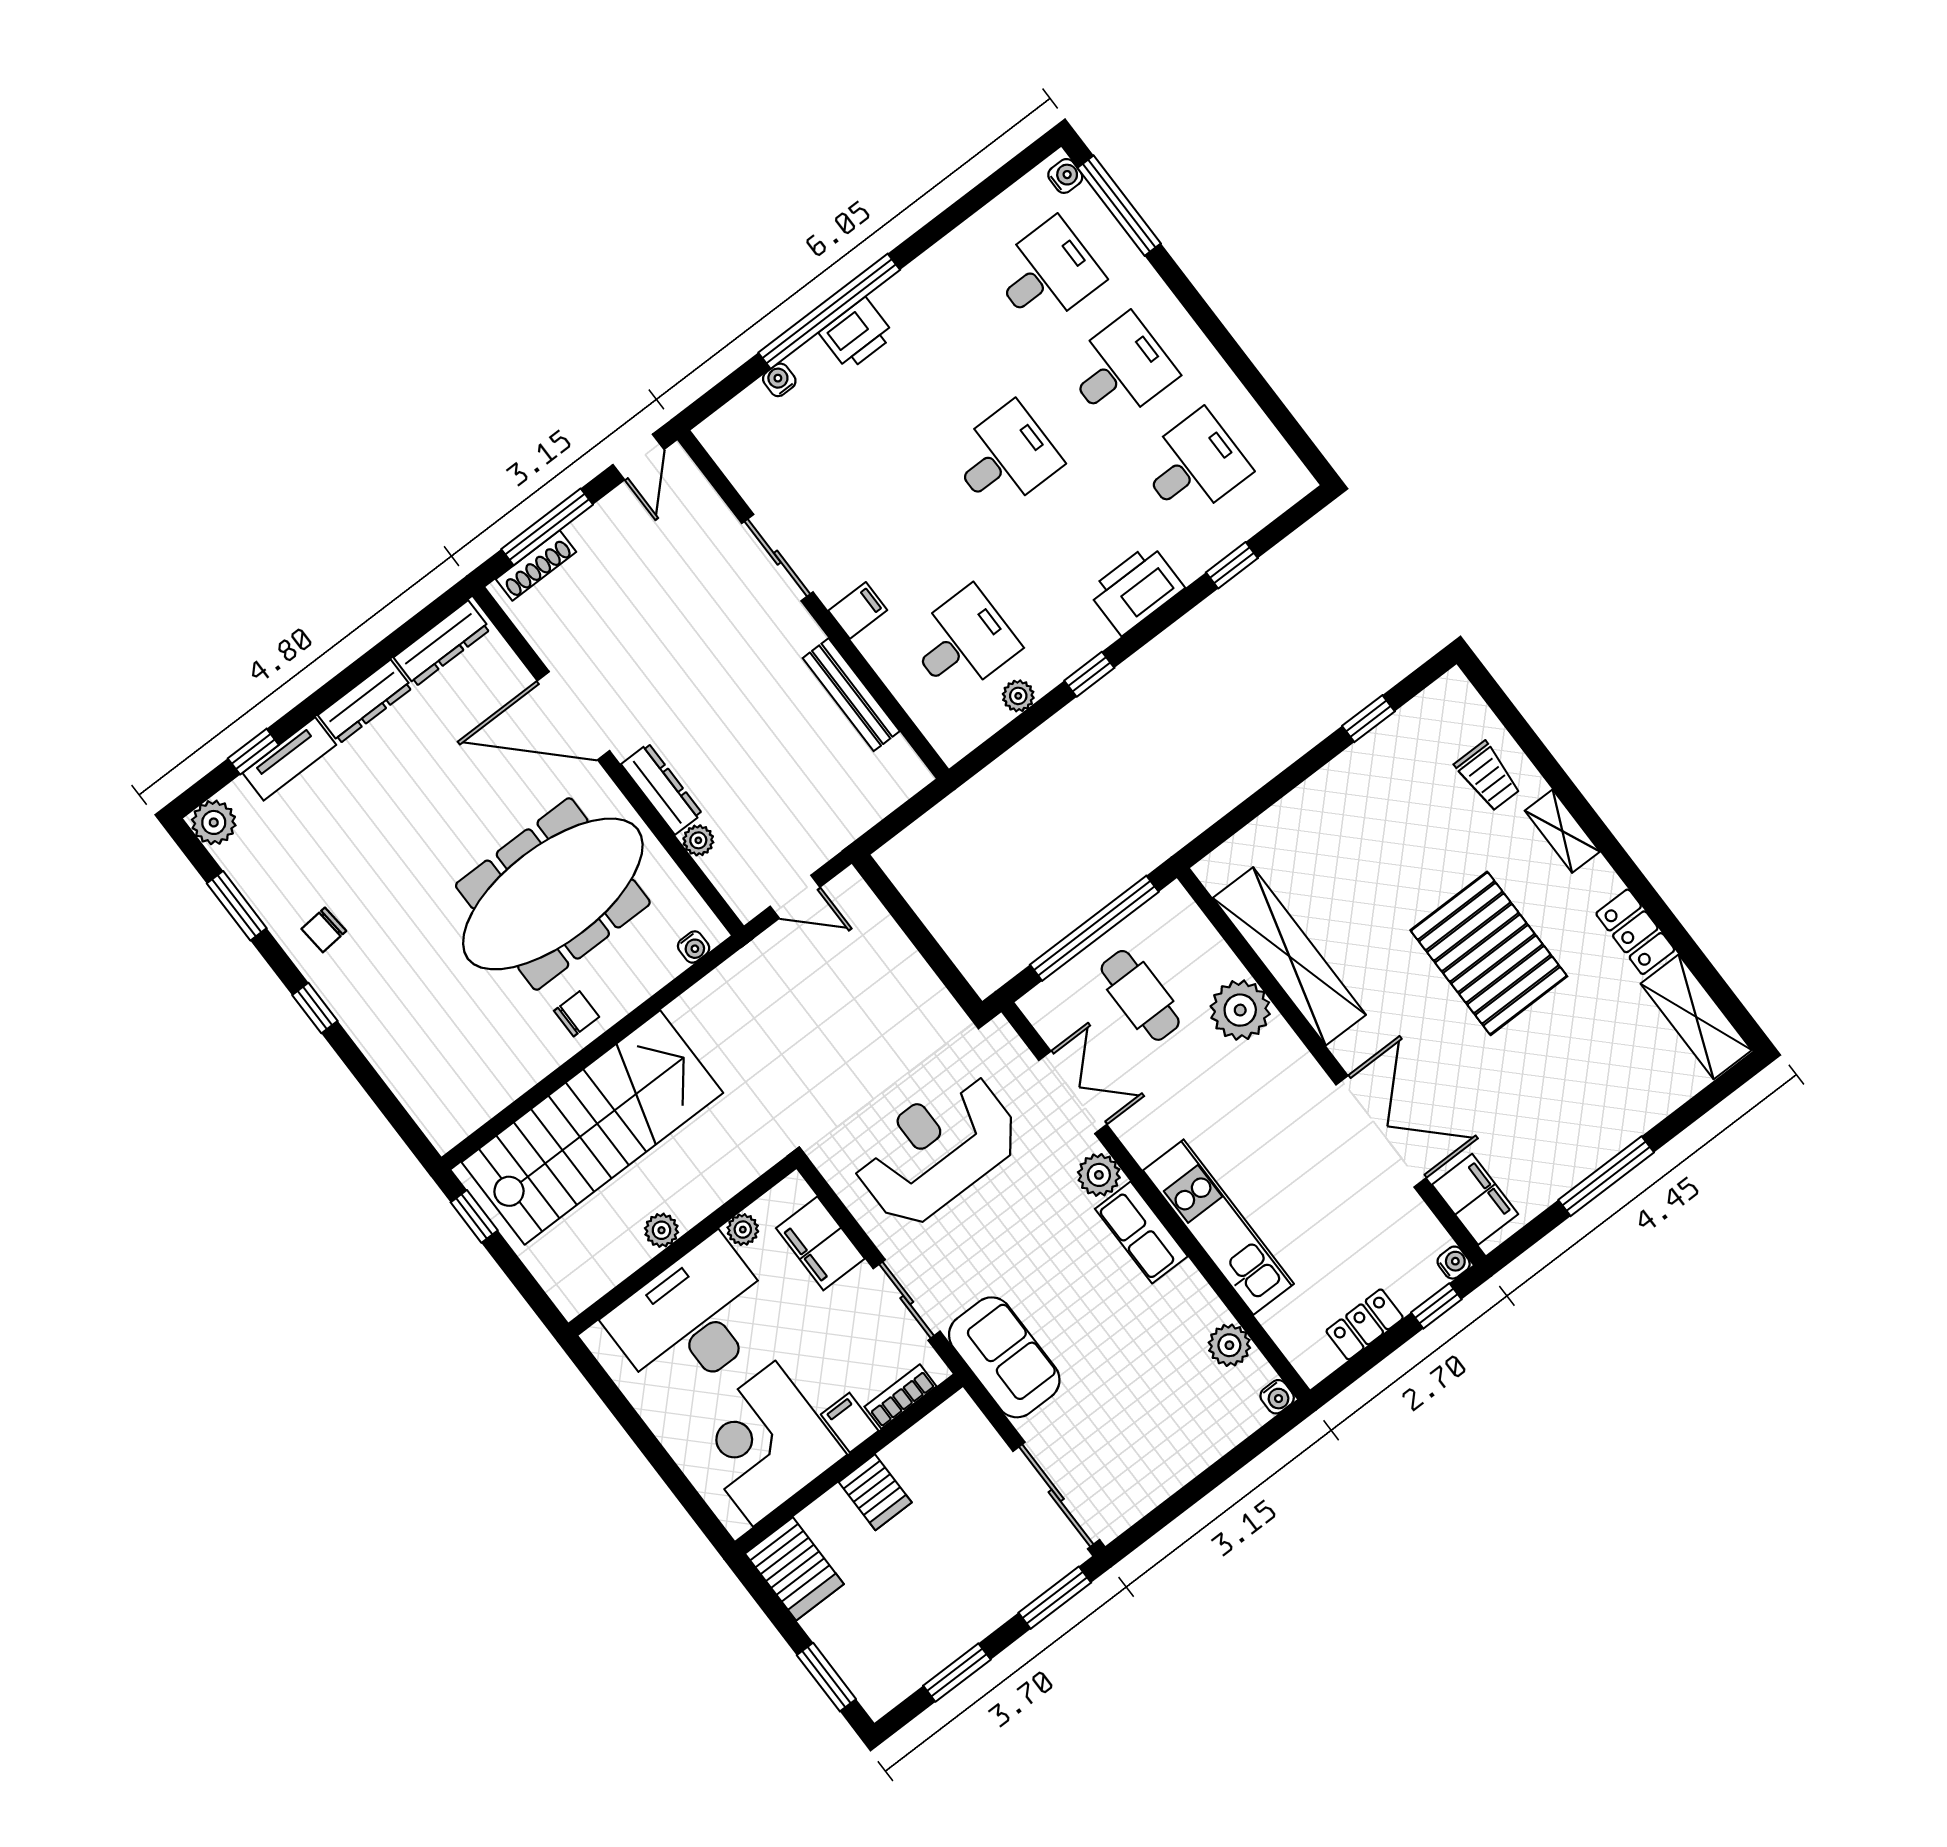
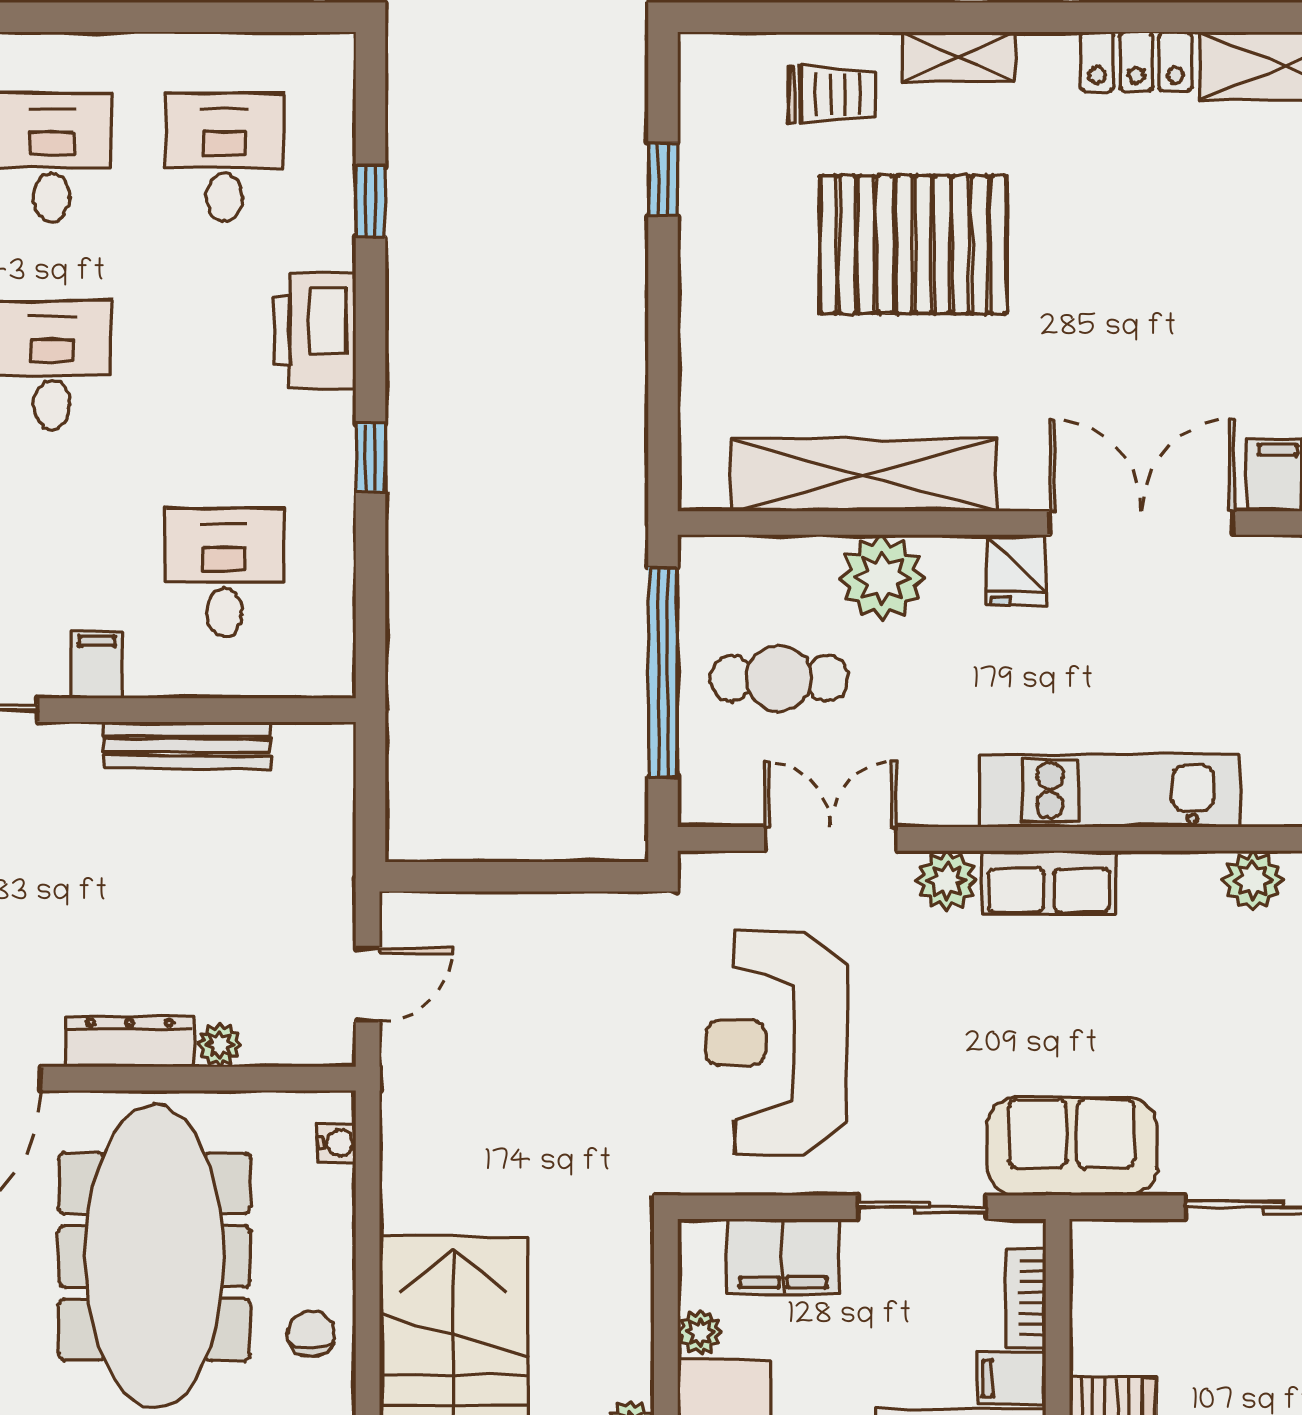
plant: (1018, 696) -> (333, 557), removed
pallet: (1489, 953) -> (913, 244), moved
fridge: (1301, 1081) -> (1016, 570), added

